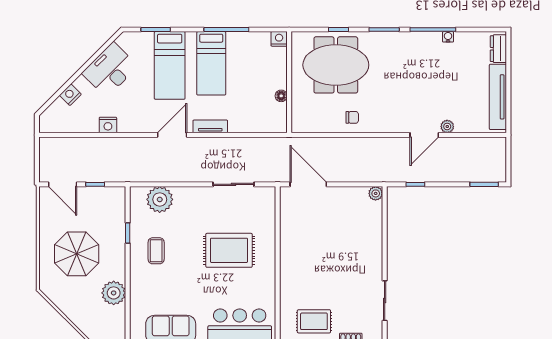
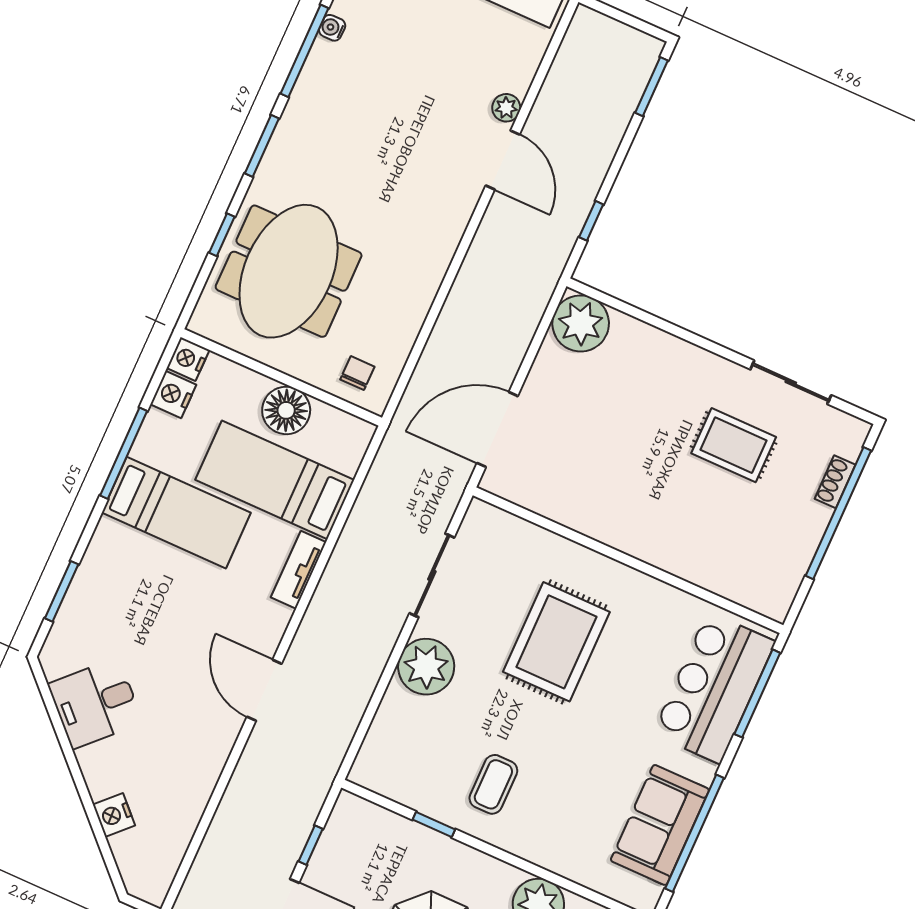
bed: (170, 65) -> (275, 480), moved, turned 180
desk: (110, 70) -> (95, 703), width x0.73
floor lamp: (281, 96) -> (286, 410), width x1.89, depth x1.89
chair: (352, 117) -> (357, 373), moved
nightstand: (108, 125) -> (173, 395), moved, turned 180
door: (172, 135) -> (264, 690), moved
plant: (376, 193) -> (581, 323), width x1.88, depth x1.88
plant: (160, 199) -> (426, 667), moved
coffee table: (156, 251) -> (493, 784), turned 90
rug: (314, 321) -> (734, 445), moved, turned 90

